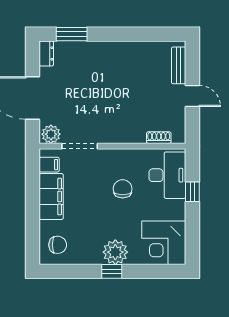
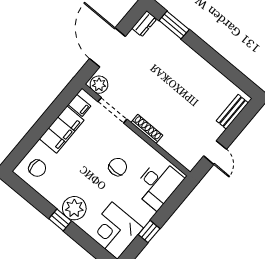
door: (192, 96) -> (215, 153), moved
shoe rack: (159, 138) -> (147, 129), moved, width x1.43
window: (192, 192) -> (149, 232), moved

